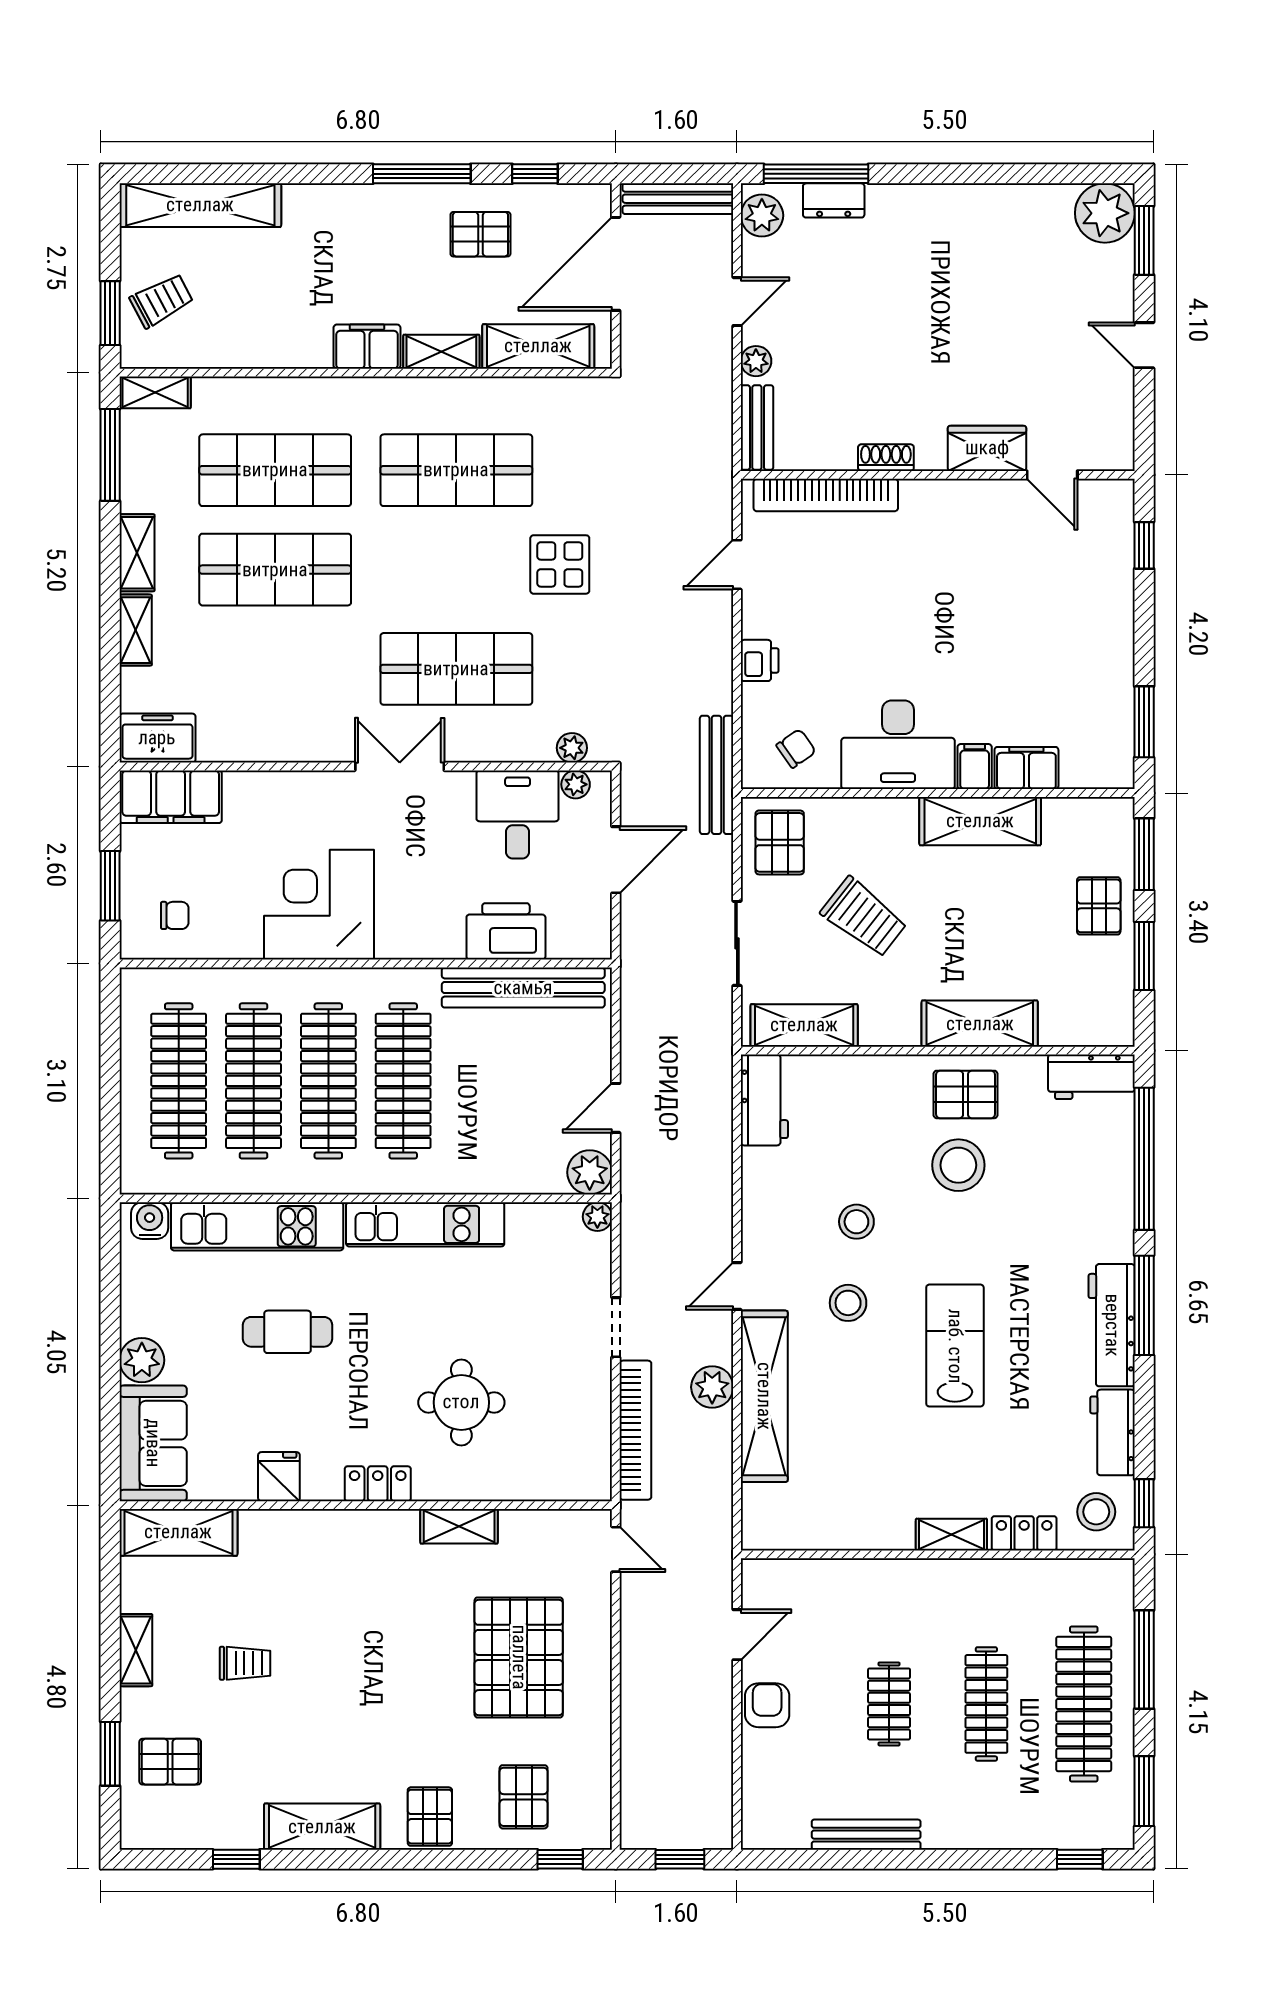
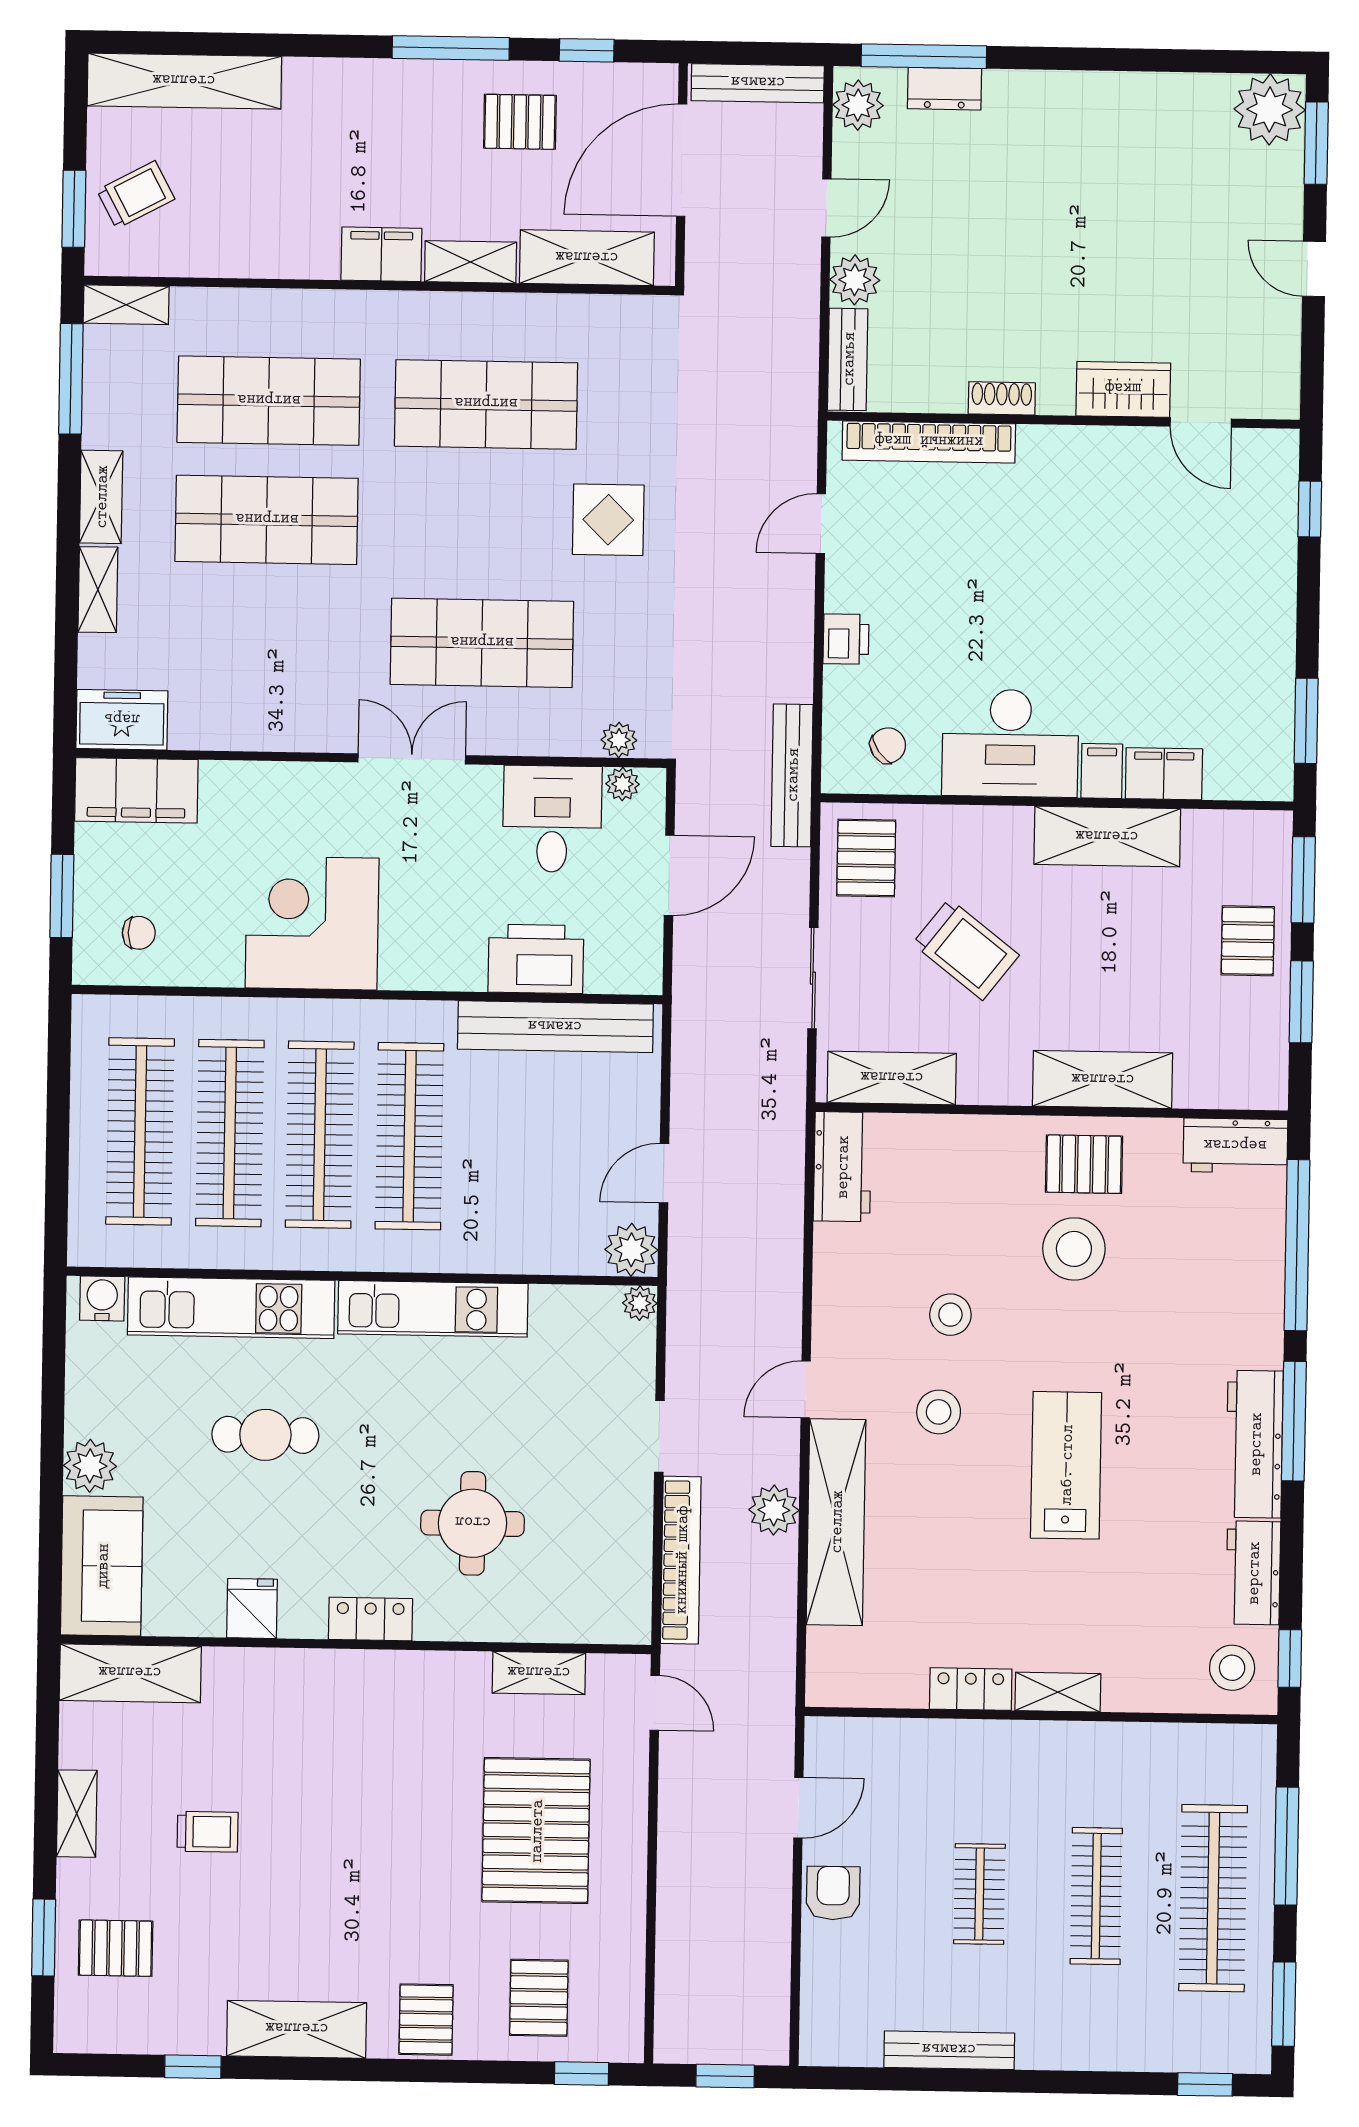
plant: (756, 361) -> (855, 280), width x1.38, depth x1.38
shelving: (459, 1526) -> (539, 1673), moved
locker: (1024, 1533) -> (971, 1689), moved

